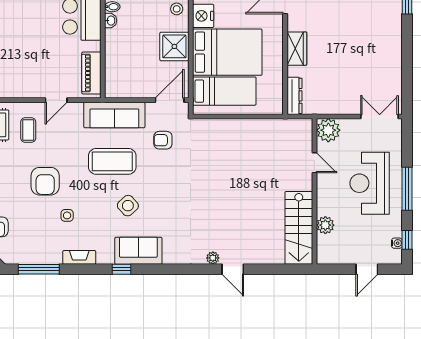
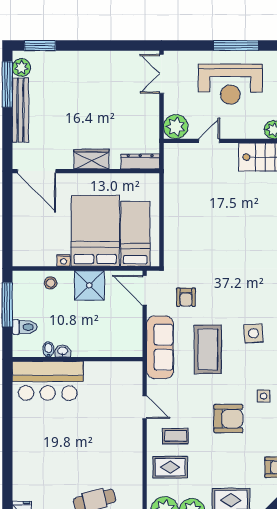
nightstand: (203, 16) -> (63, 260), width x0.53, depth x0.56
piano: (91, 73) -> (117, 371), removed
side table: (128, 206) -> (253, 333), turned 38

